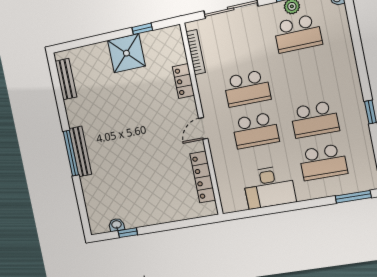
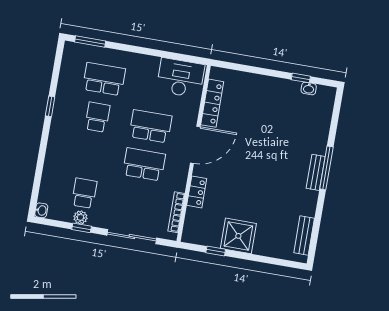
school desk: (298, 34) -> (84, 193), width x0.54
school desk: (315, 119) -> (97, 117), width x0.54
door: (203, 128) -> (195, 145), width x1.88
bench: (80, 151) -> (316, 172), width x0.73
desk: (269, 187) -> (180, 78), moved

